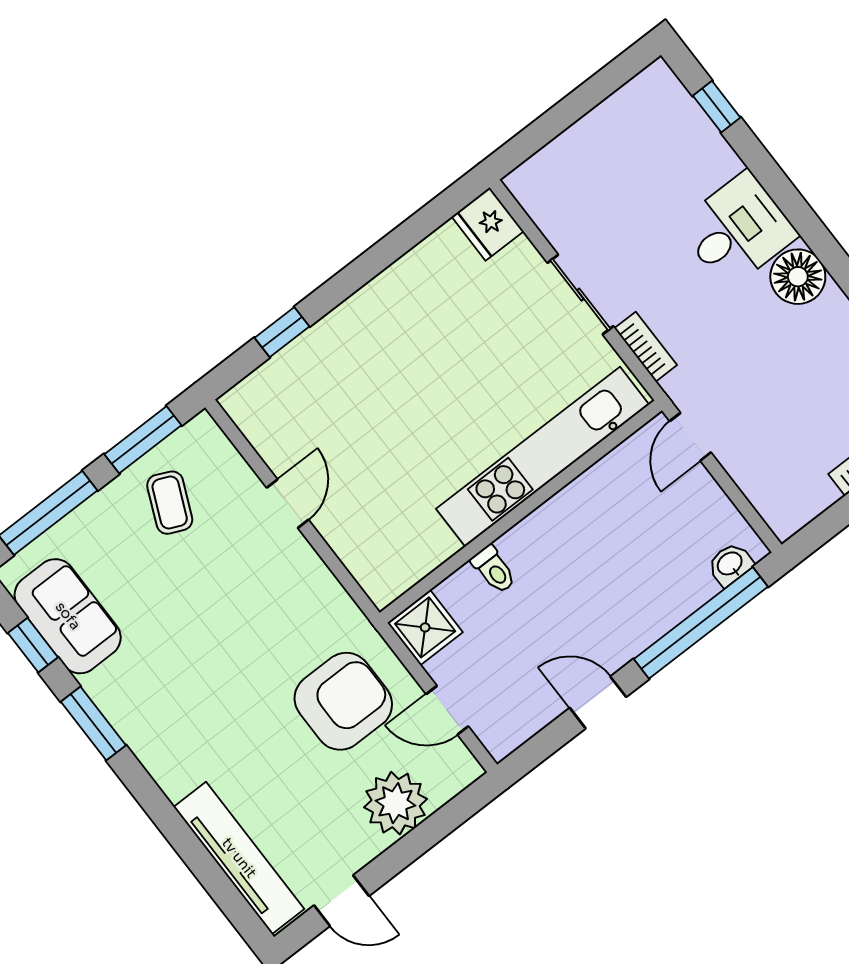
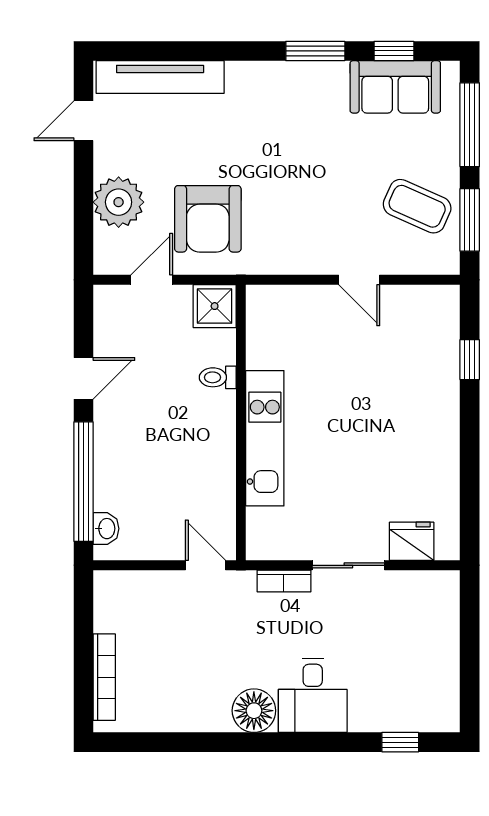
fridge: (488, 224) -> (412, 541), moved
kitchen unit: (543, 457) -> (265, 438), width x0.73
coffee table: (170, 503) -> (417, 206), width x1.36, depth x1.30

